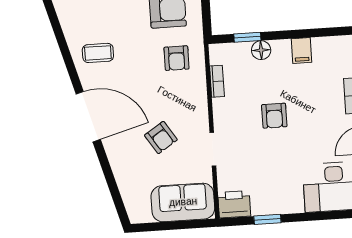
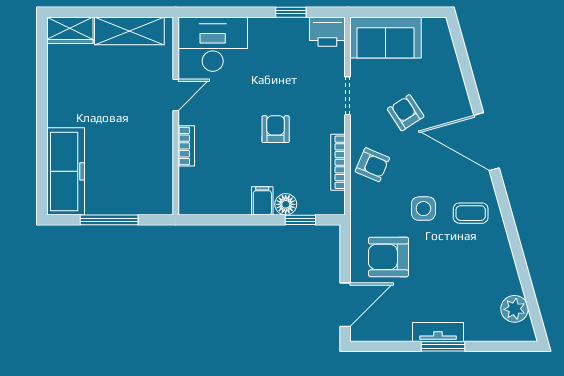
filing cabinet: (301, 51) -> (262, 201), moved
side table: (140, 54) -> (423, 209), added
armchair: (176, 58) -> (372, 165), moved, turned 113
bookcase: (217, 81) -> (338, 162), width x1.56

